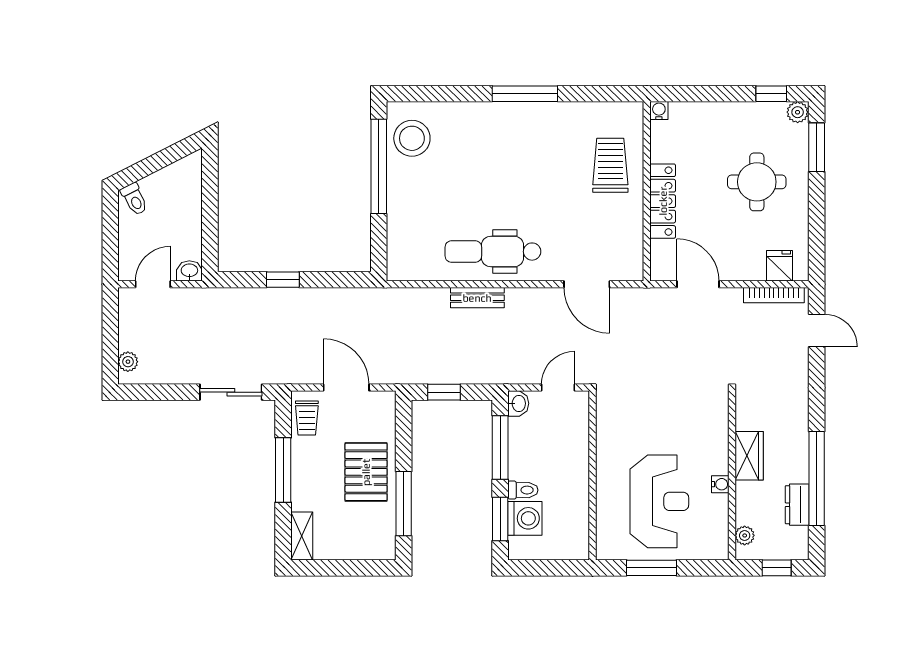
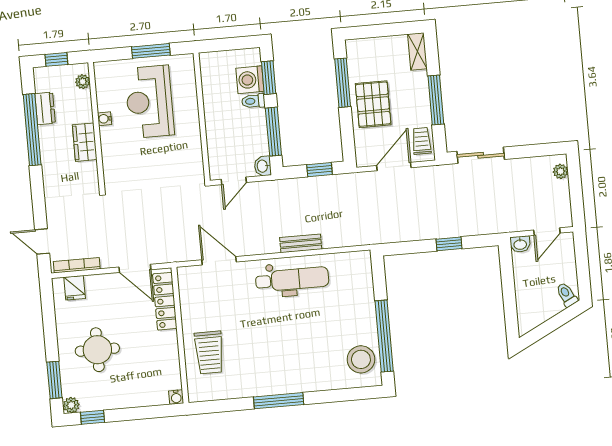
locker: (663, 201) -> (165, 301), moved
door: (346, 388) -> (394, 167), swing flipped

